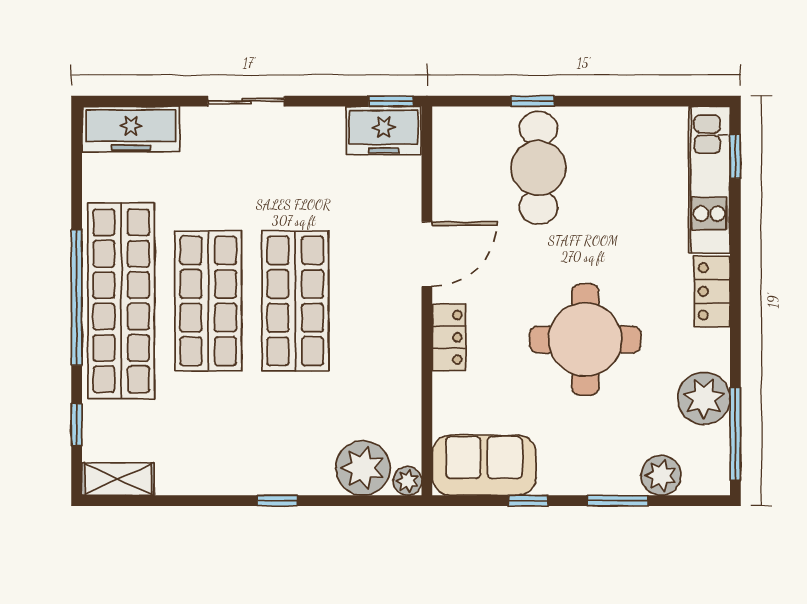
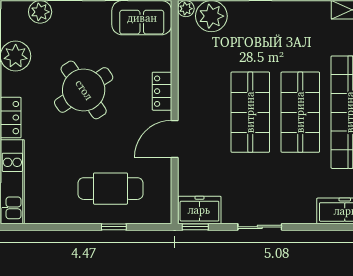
sliding door: (246, 101) -> (260, 227), moved
cafe table: (538, 168) -> (111, 189), turned 90
round table: (585, 339) -> (84, 90), turned -34

